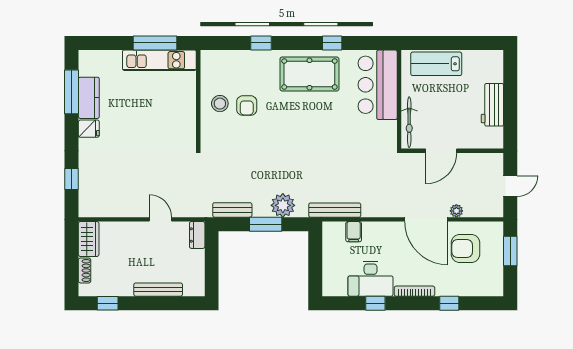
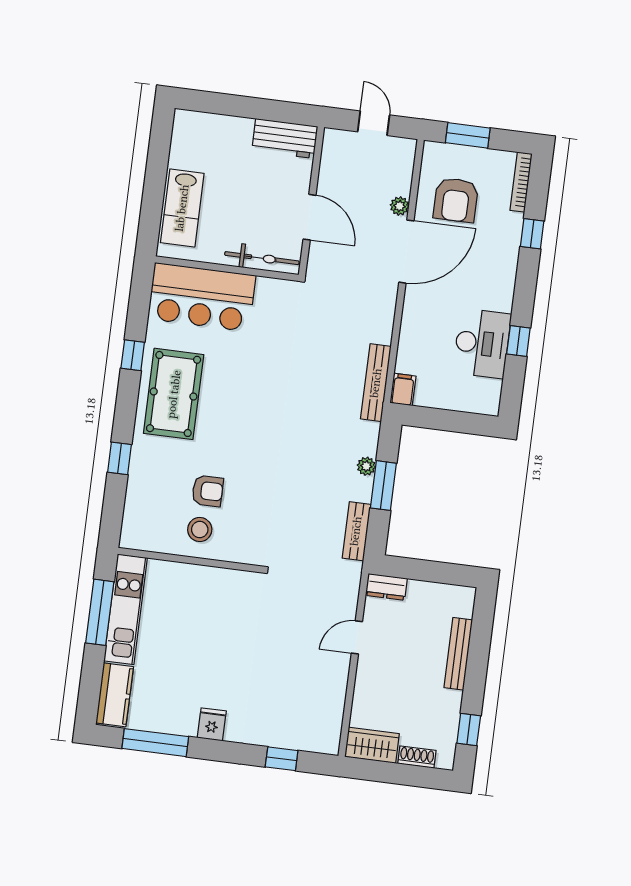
kitchen counter: (89, 98) -> (115, 695), moved, turned 90
workbench: (492, 105) -> (285, 138), moved
plant: (283, 205) -> (366, 466), width x0.53, depth x0.53
filing cabinet: (354, 232) -> (403, 390), moved, turned -90
bookcase: (414, 291) -> (521, 182), moved

